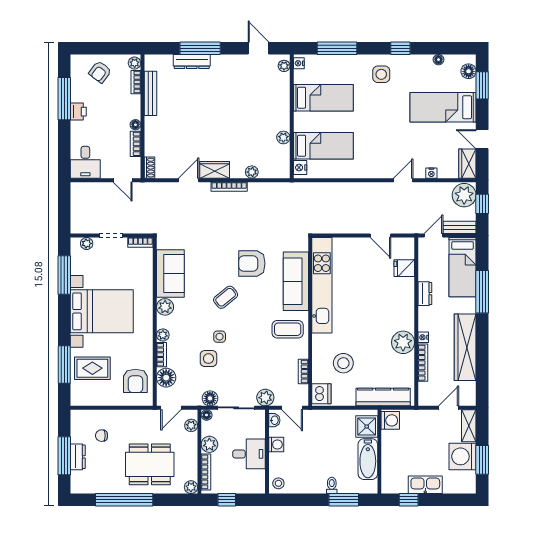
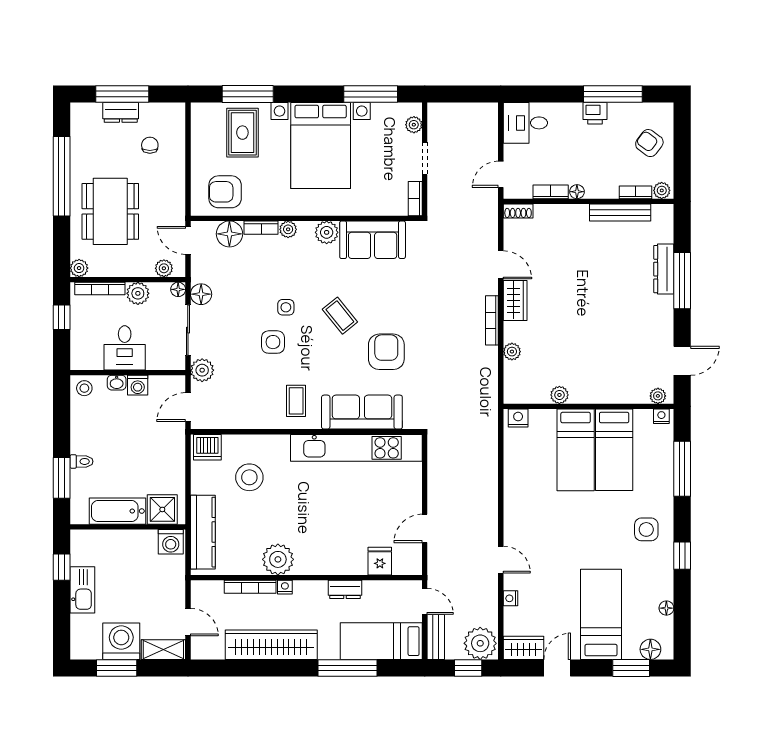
bed: (323, 146) -> (576, 450), moved
coffee table: (288, 329) -> (296, 401), width x0.73, depth x0.77
side table: (208, 359) -> (273, 342), moved
bookcase: (303, 371) -> (238, 422), removed
washbasin: (274, 420) -> (117, 383), moved

